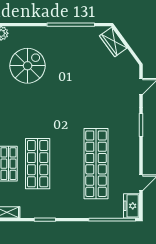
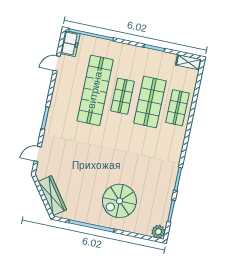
wardrobe: (113, 42) -> (52, 196), width x1.50
spiral stairs: (28, 66) -> (119, 201), moved
shop shelf: (67, 164) -> (123, 96), added

